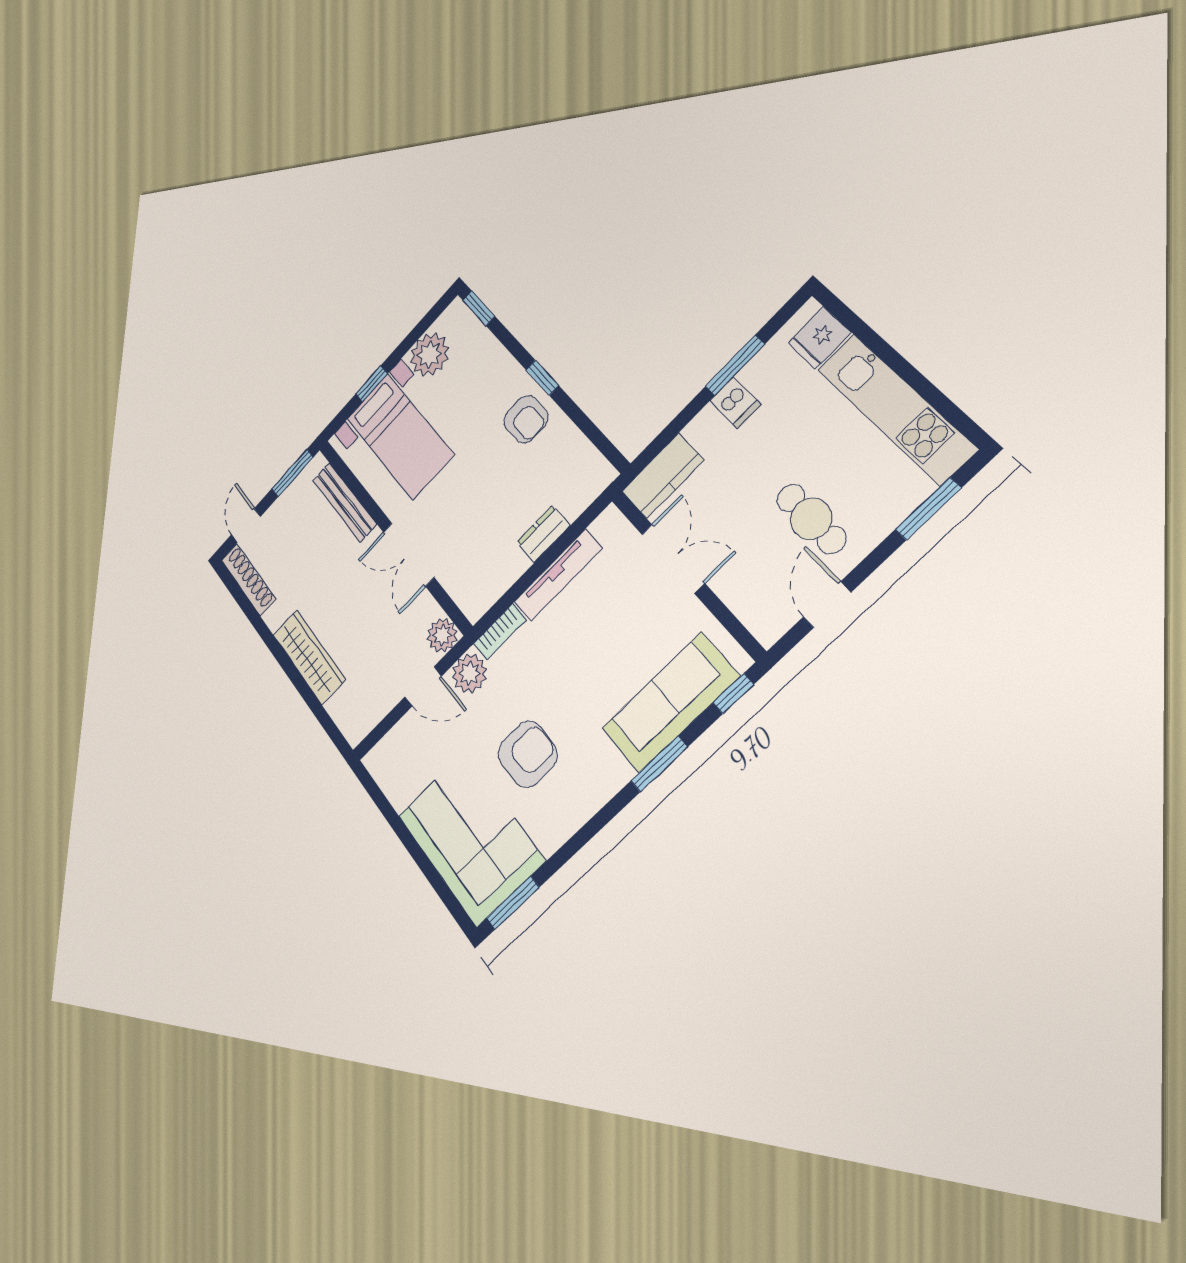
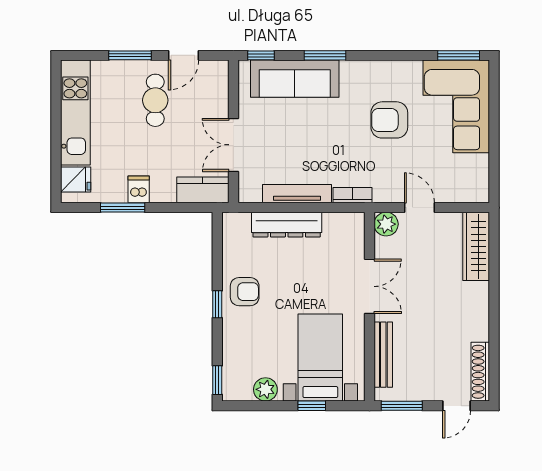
plant: (430, 355) -> (265, 389), width x0.73, depth x0.73
armchair: (526, 419) -> (245, 292), turned 90
window: (928, 509) -> (130, 55), moved
dresser: (543, 534) -> (287, 225), width x1.96, depth x1.24
wardrobe: (309, 657) -> (476, 246), moved
plant: (470, 674) -> (387, 190), removed

